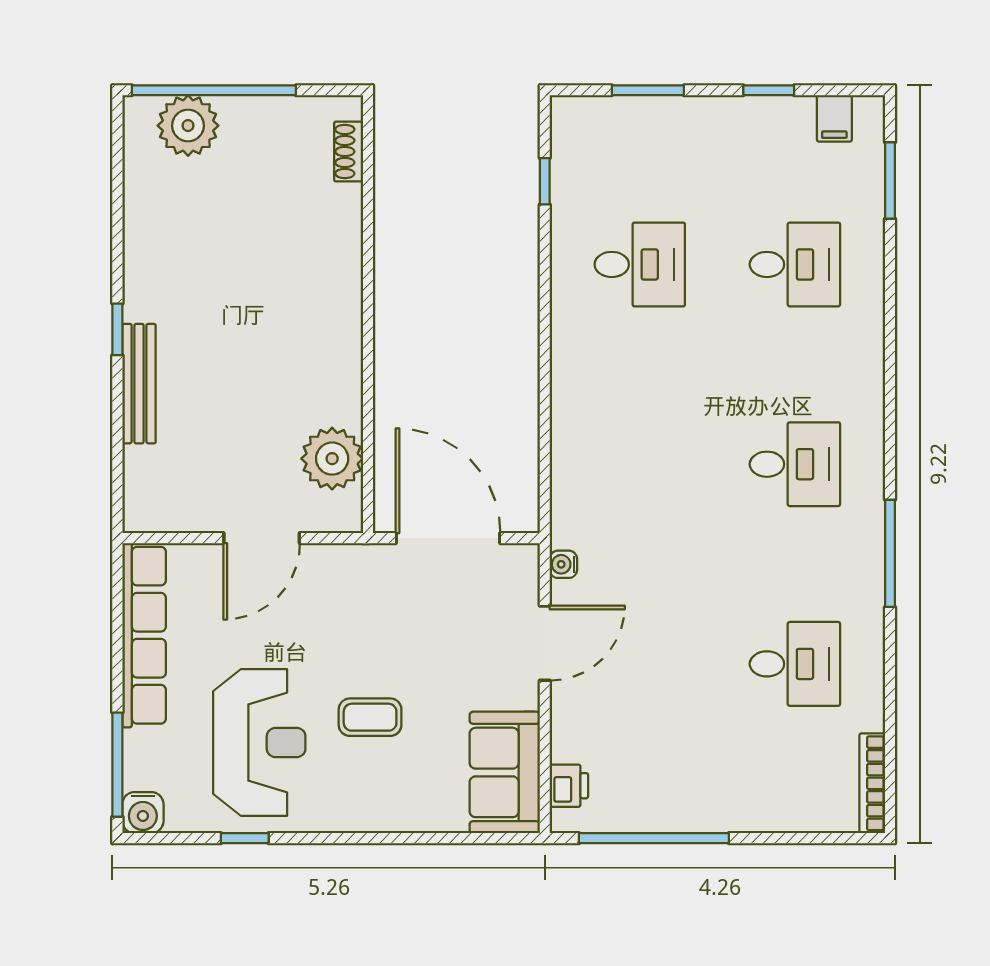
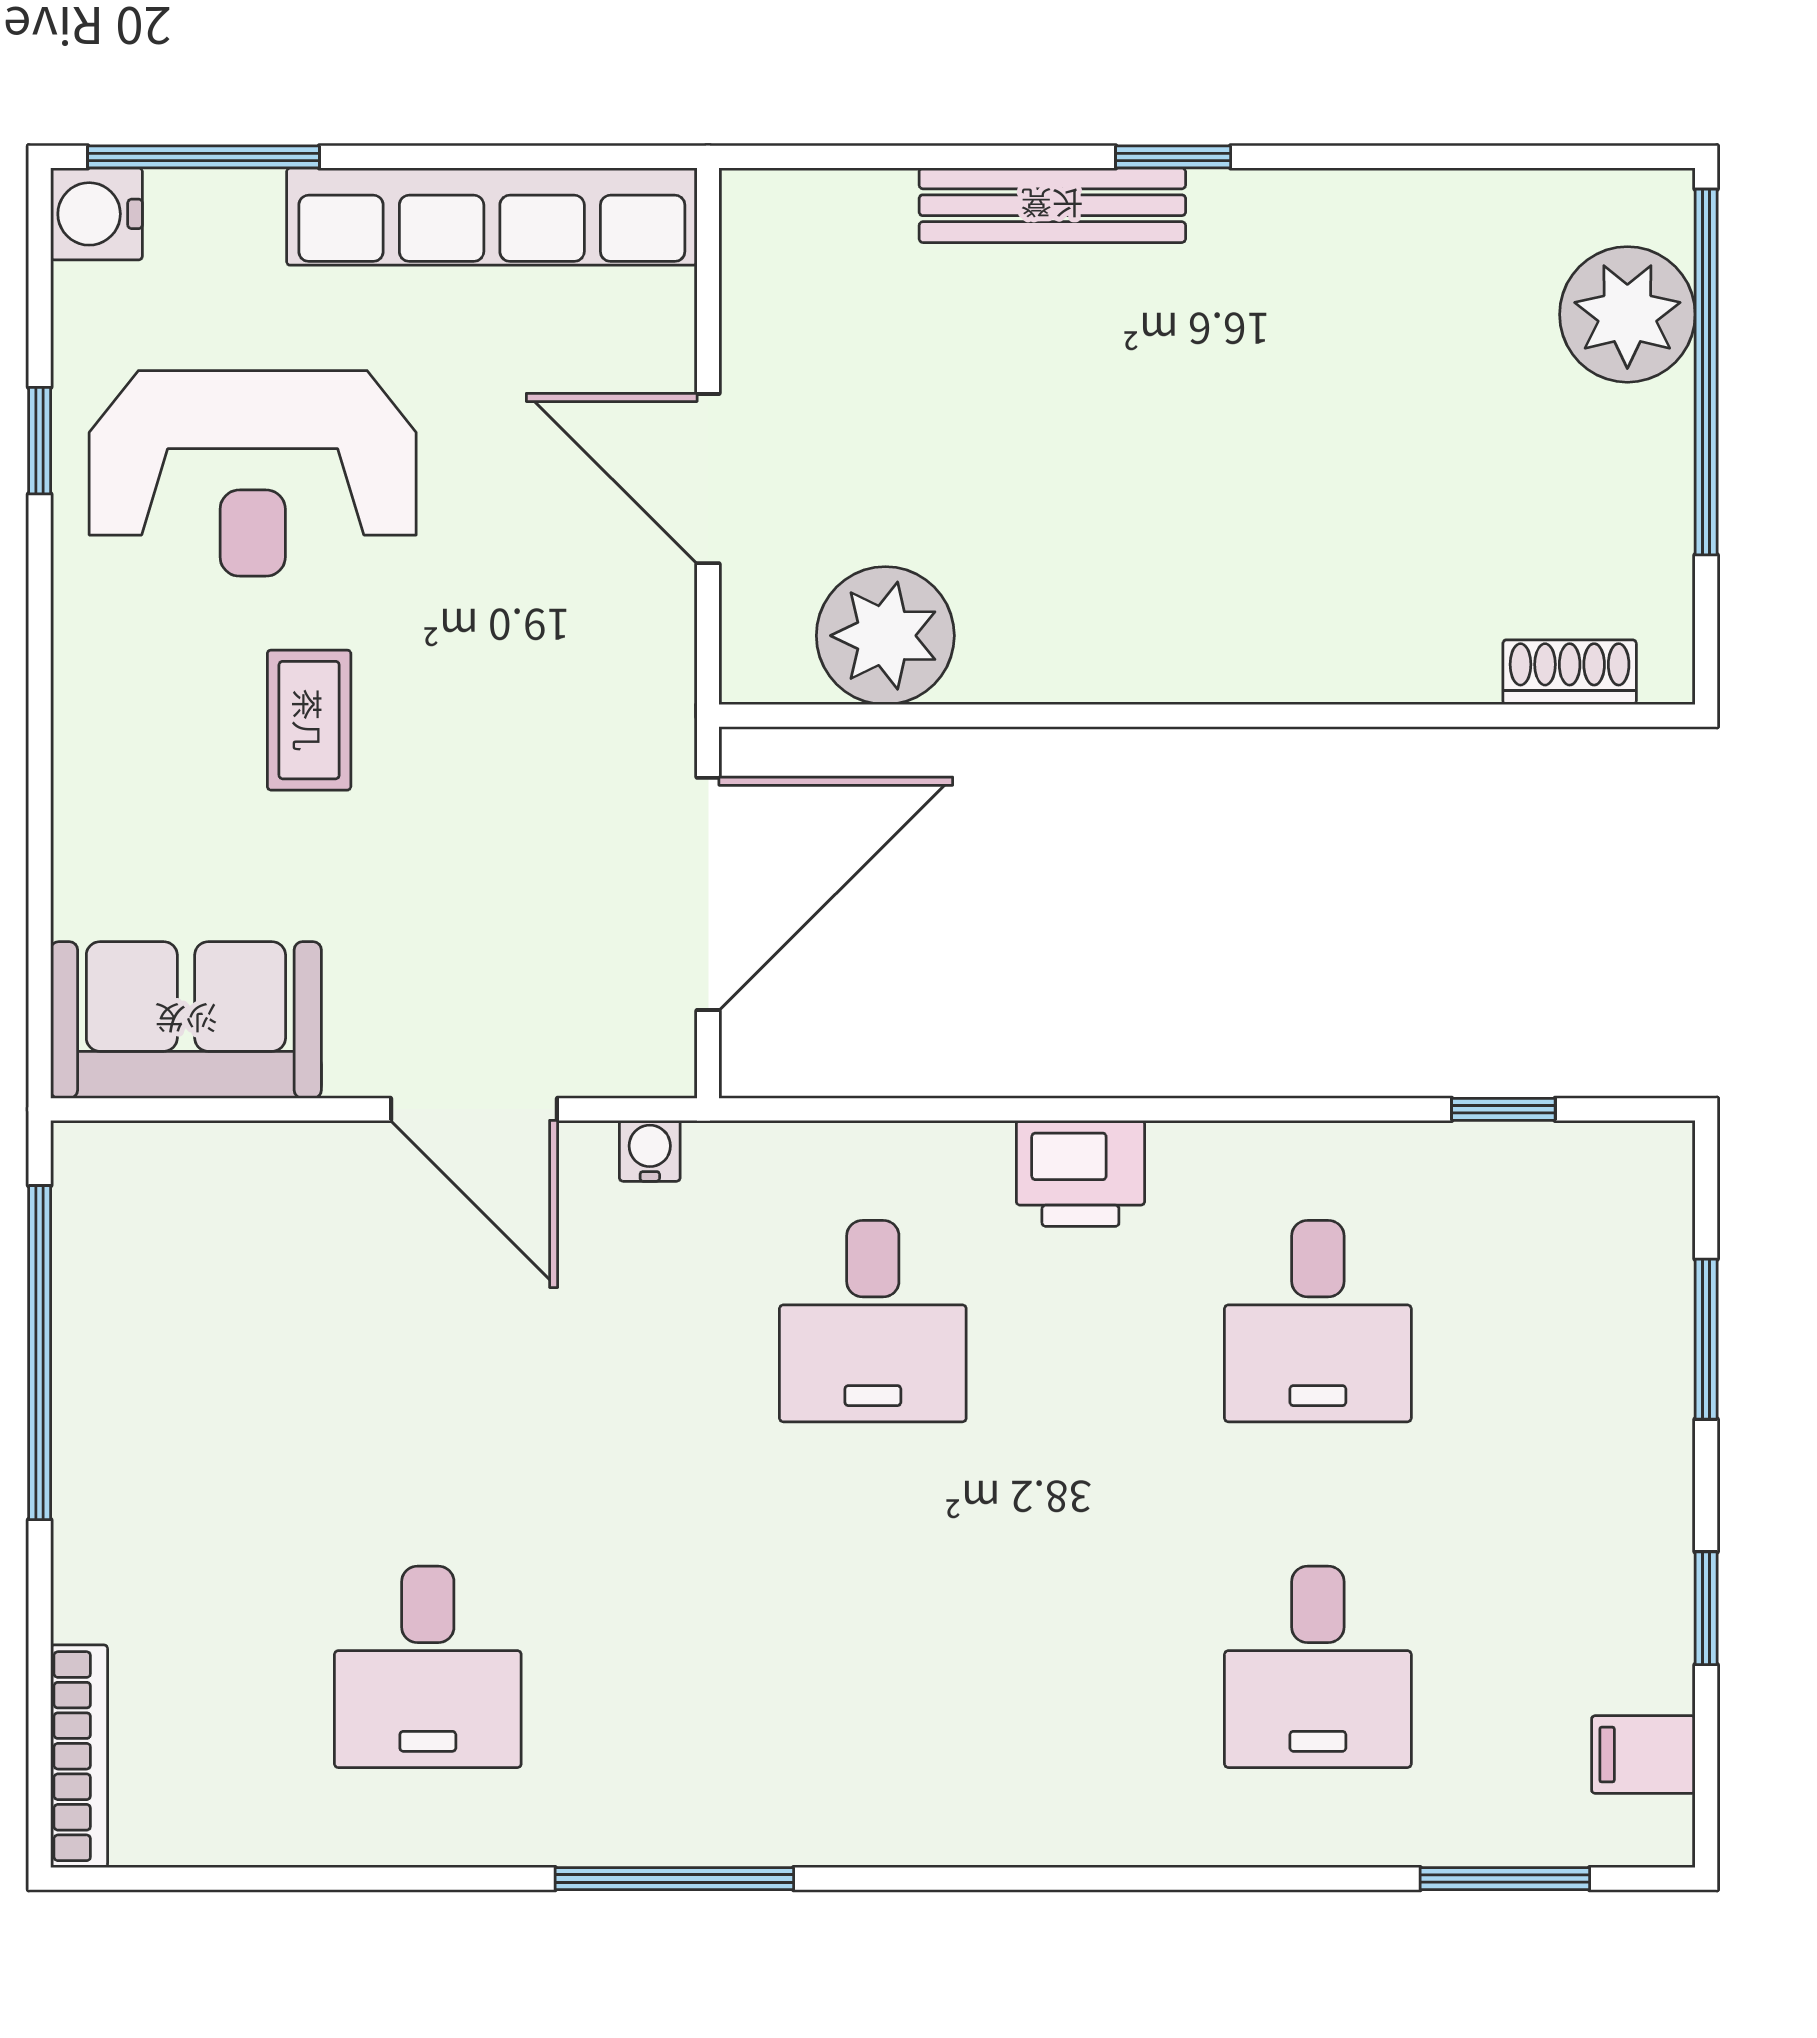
desk: (795, 464) -> (873, 1321), moved
bookcase: (872, 783) -> (79, 1756), moved, turned 90
printer: (569, 786) -> (1080, 1173), moved, width x1.36, depth x1.24

